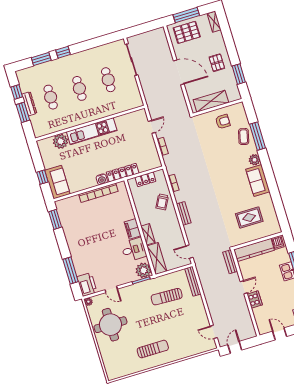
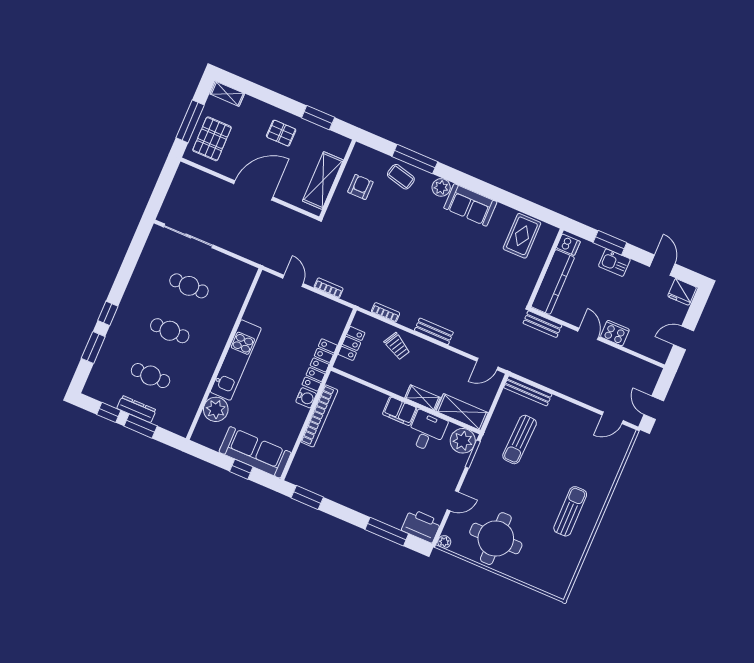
sofa: (57, 182) -> (255, 452), width x1.36
rug: (249, 217) -> (522, 236), moved

